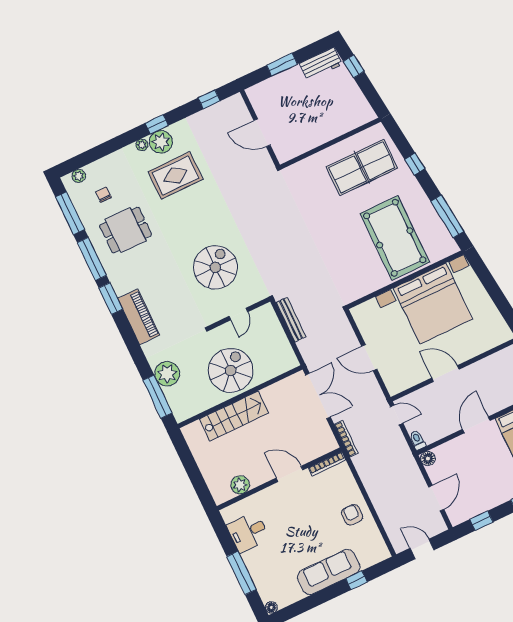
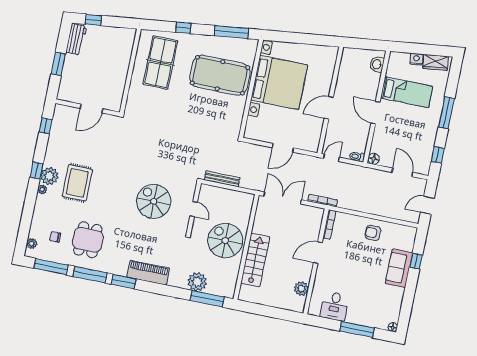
sofa: (329, 572) -> (399, 268), width x0.73

